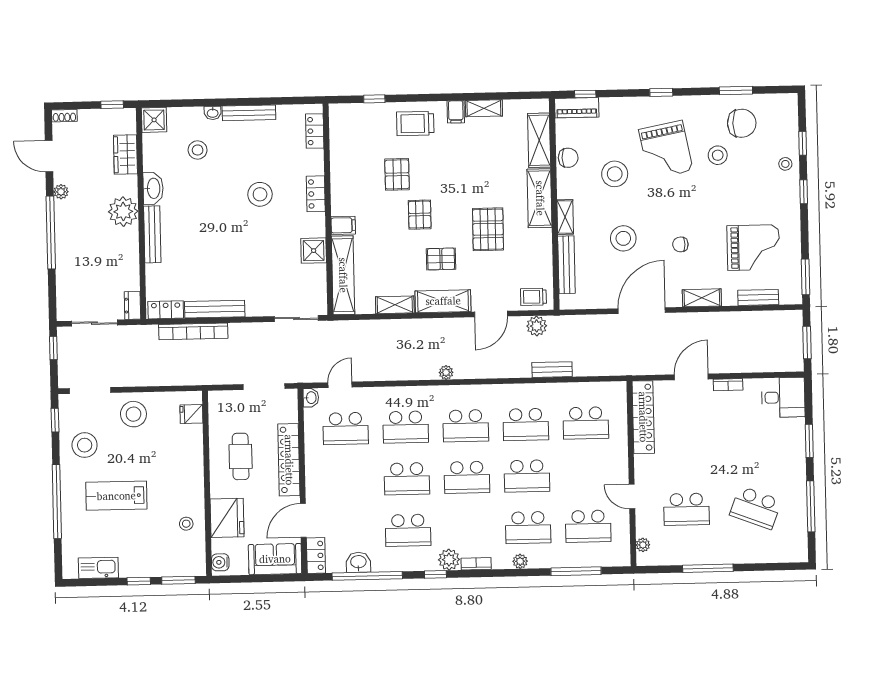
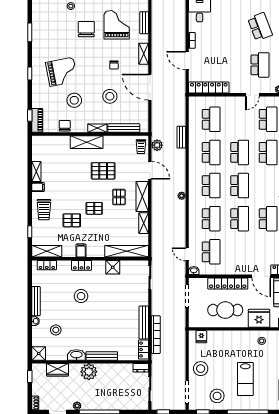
chair: (742, 123) -> (86, 29), moved
shelving: (539, 140) -> (47, 251), moved
stool: (718, 155) -> (65, 43), removed
filing cabinet: (343, 225) -> (81, 251), moved
cafe table: (241, 456) -> (225, 310), width x1.37, depth x1.35
school desk: (756, 508) -> (260, 27), turned -42

